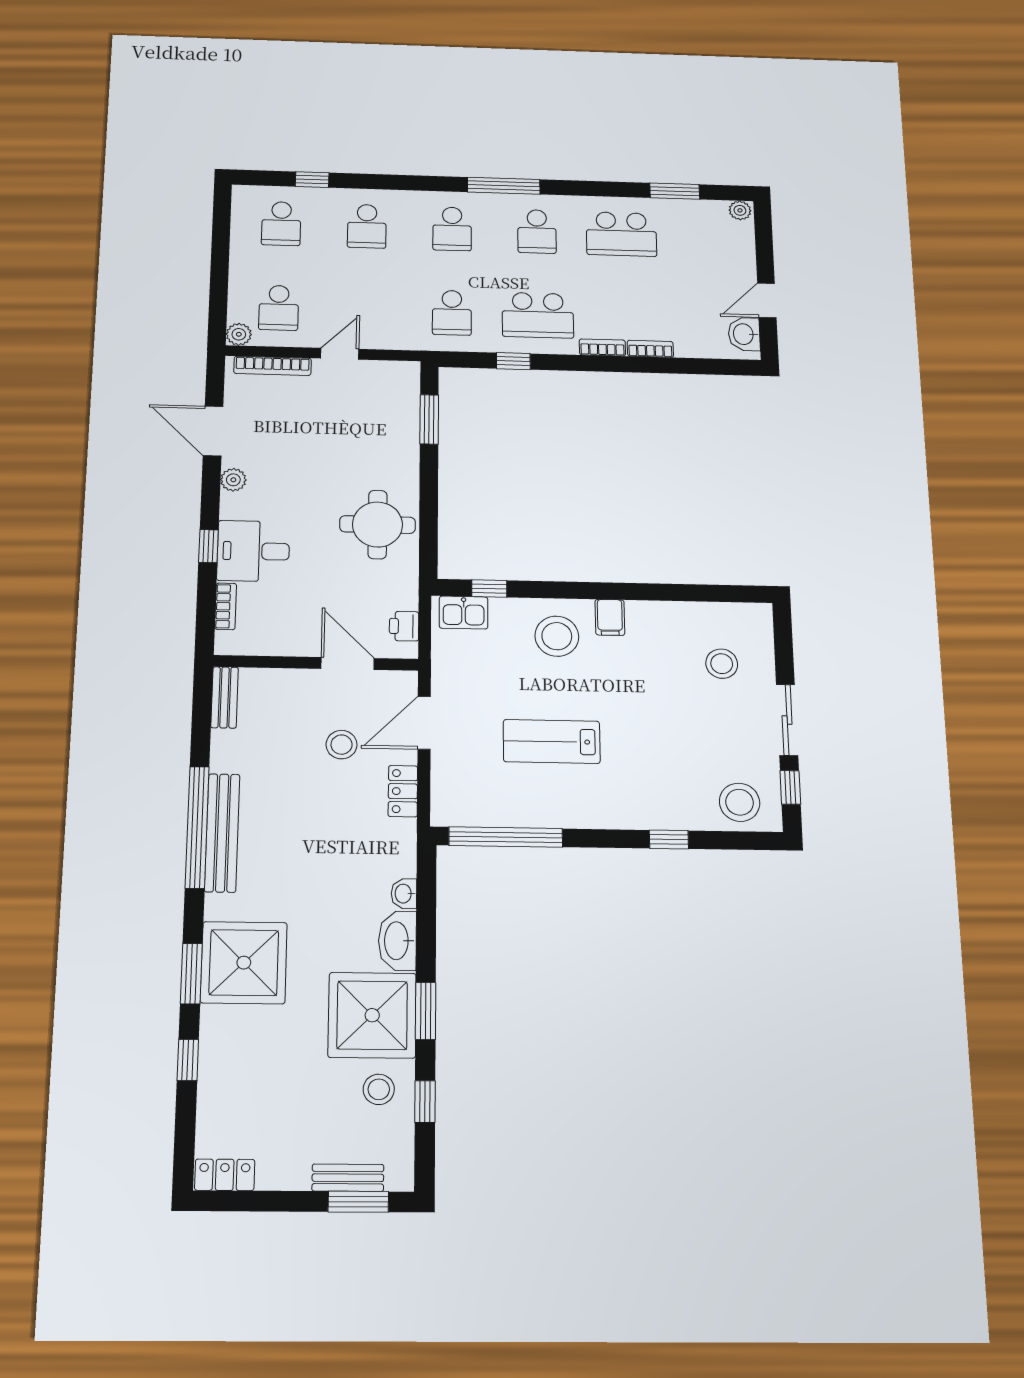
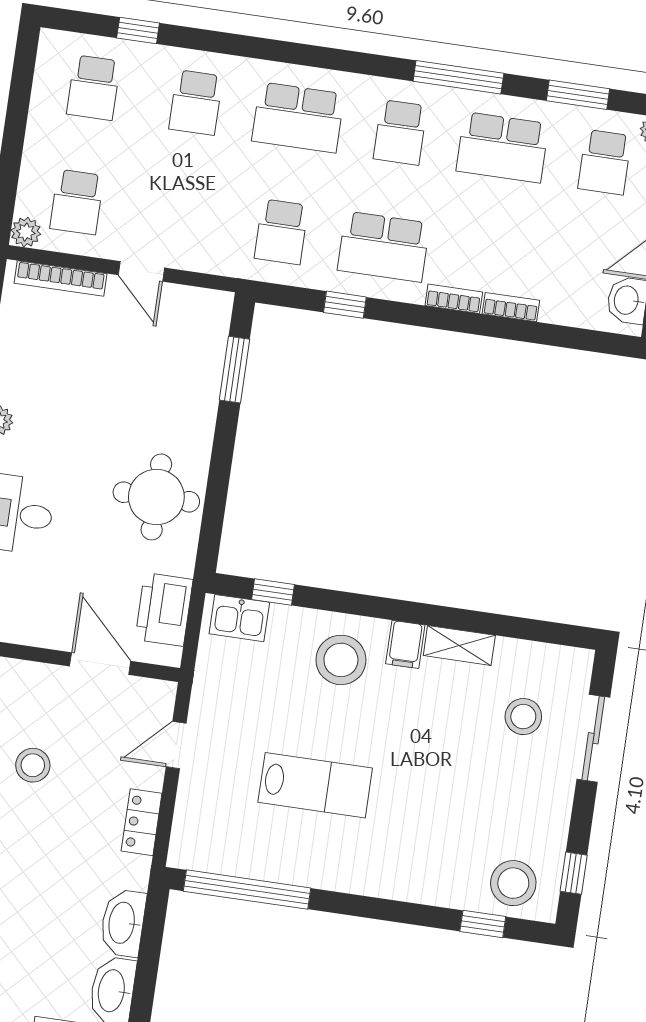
window: (504, 186) -> (458, 77), moved
school desk: (452, 229) -> (298, 117), width x1.85
school desk: (706, 237) -> (605, 162), added
door: (340, 354) -> (141, 271), swing flipped
shelving: (656, 613) -> (459, 645), added
printer: (404, 626) -> (164, 609), width x1.87, depth x1.48
sliding door: (787, 720) -> (593, 738), moved
door: (424, 723) -> (176, 745), width x0.73
lab bench: (552, 741) -> (315, 785), turned 180
stool: (342, 745) -> (33, 765), moved
window: (669, 839) -> (483, 924), moved
washbasin: (404, 894) -> (123, 923), width x1.91, depth x1.45

